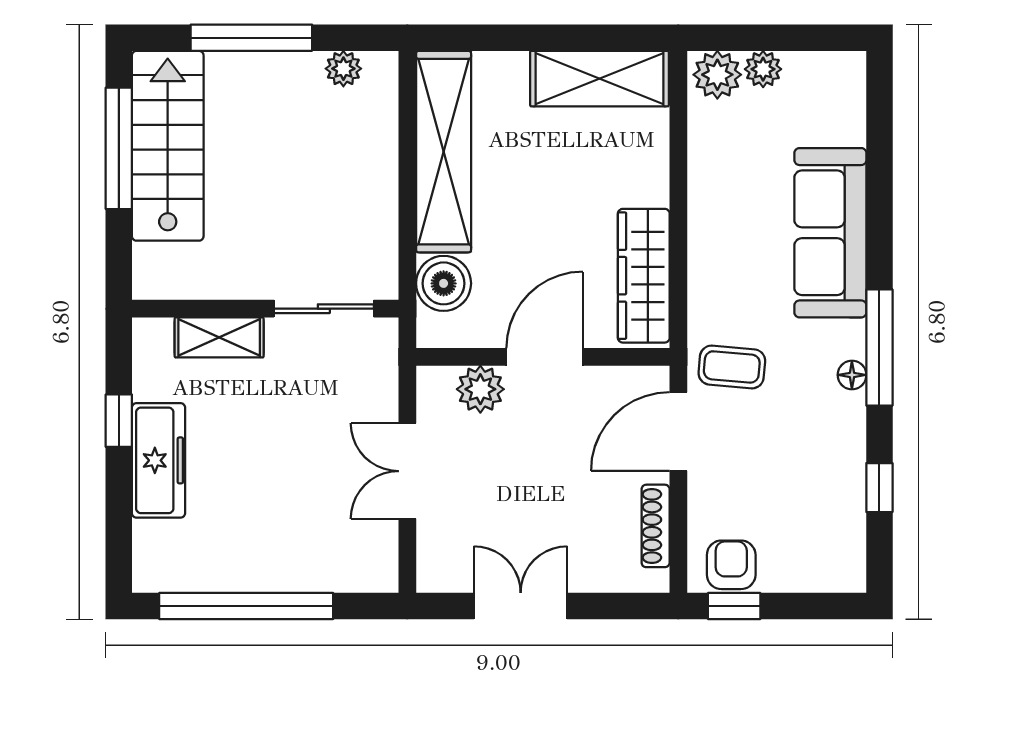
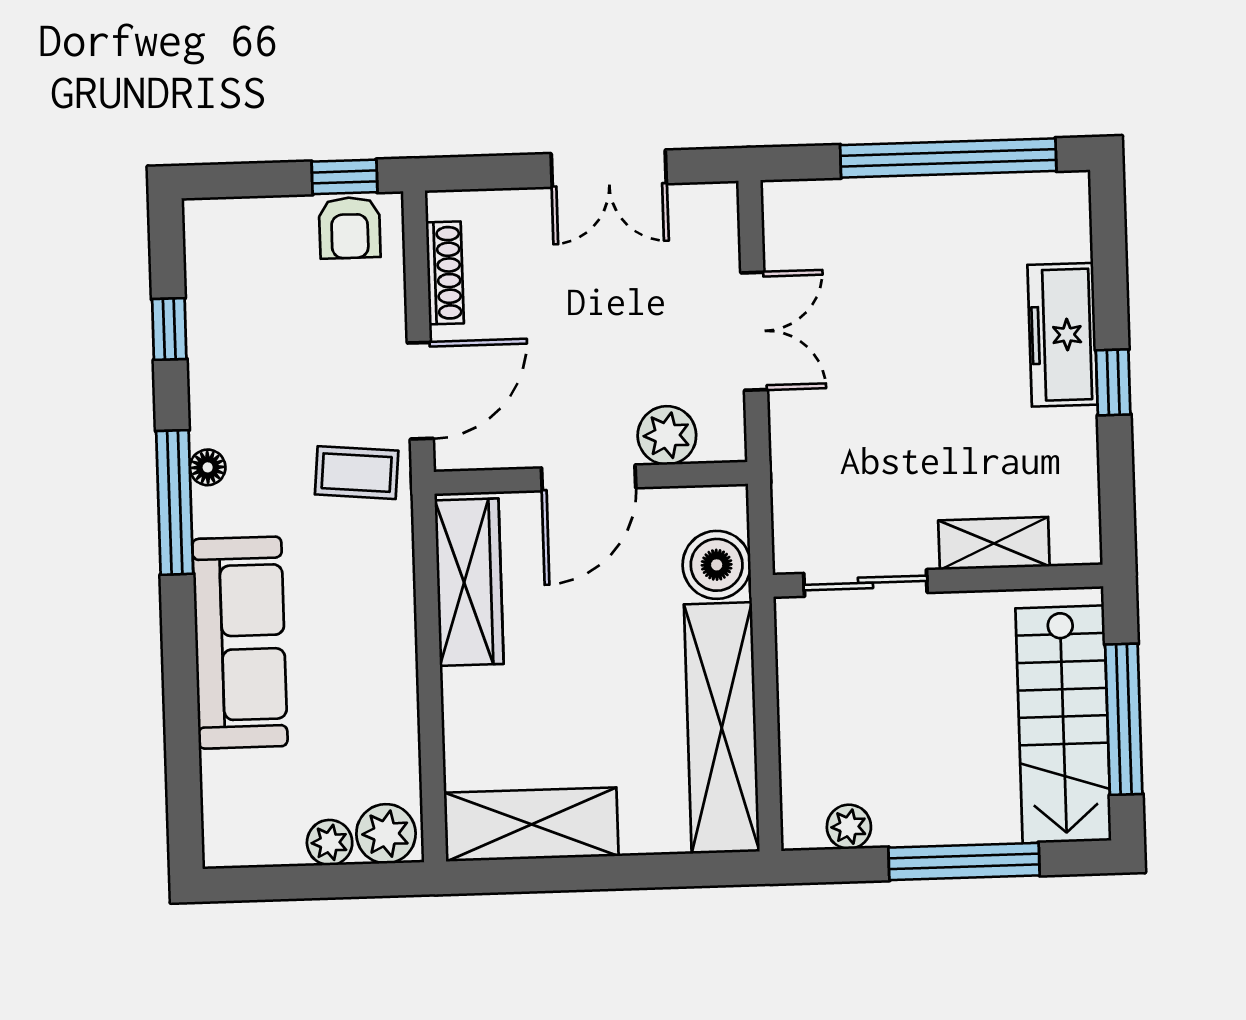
wall: (265, 309) -> (938, 581), moved
sliding door: (324, 309) -> (865, 583), moved
shelving: (219, 337) -> (994, 543), moved

